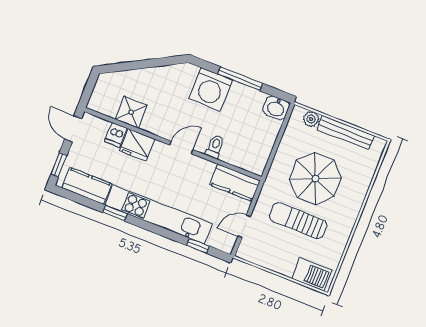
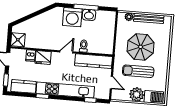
washbasin: (276, 108) -> (89, 15), moved
shower: (131, 112) -> (18, 40), moved
kitchen counter: (235, 183) -> (94, 61), width x1.50
door: (244, 226) -> (111, 83), swing flipped
plant: (283, 261) -> (137, 94), added

